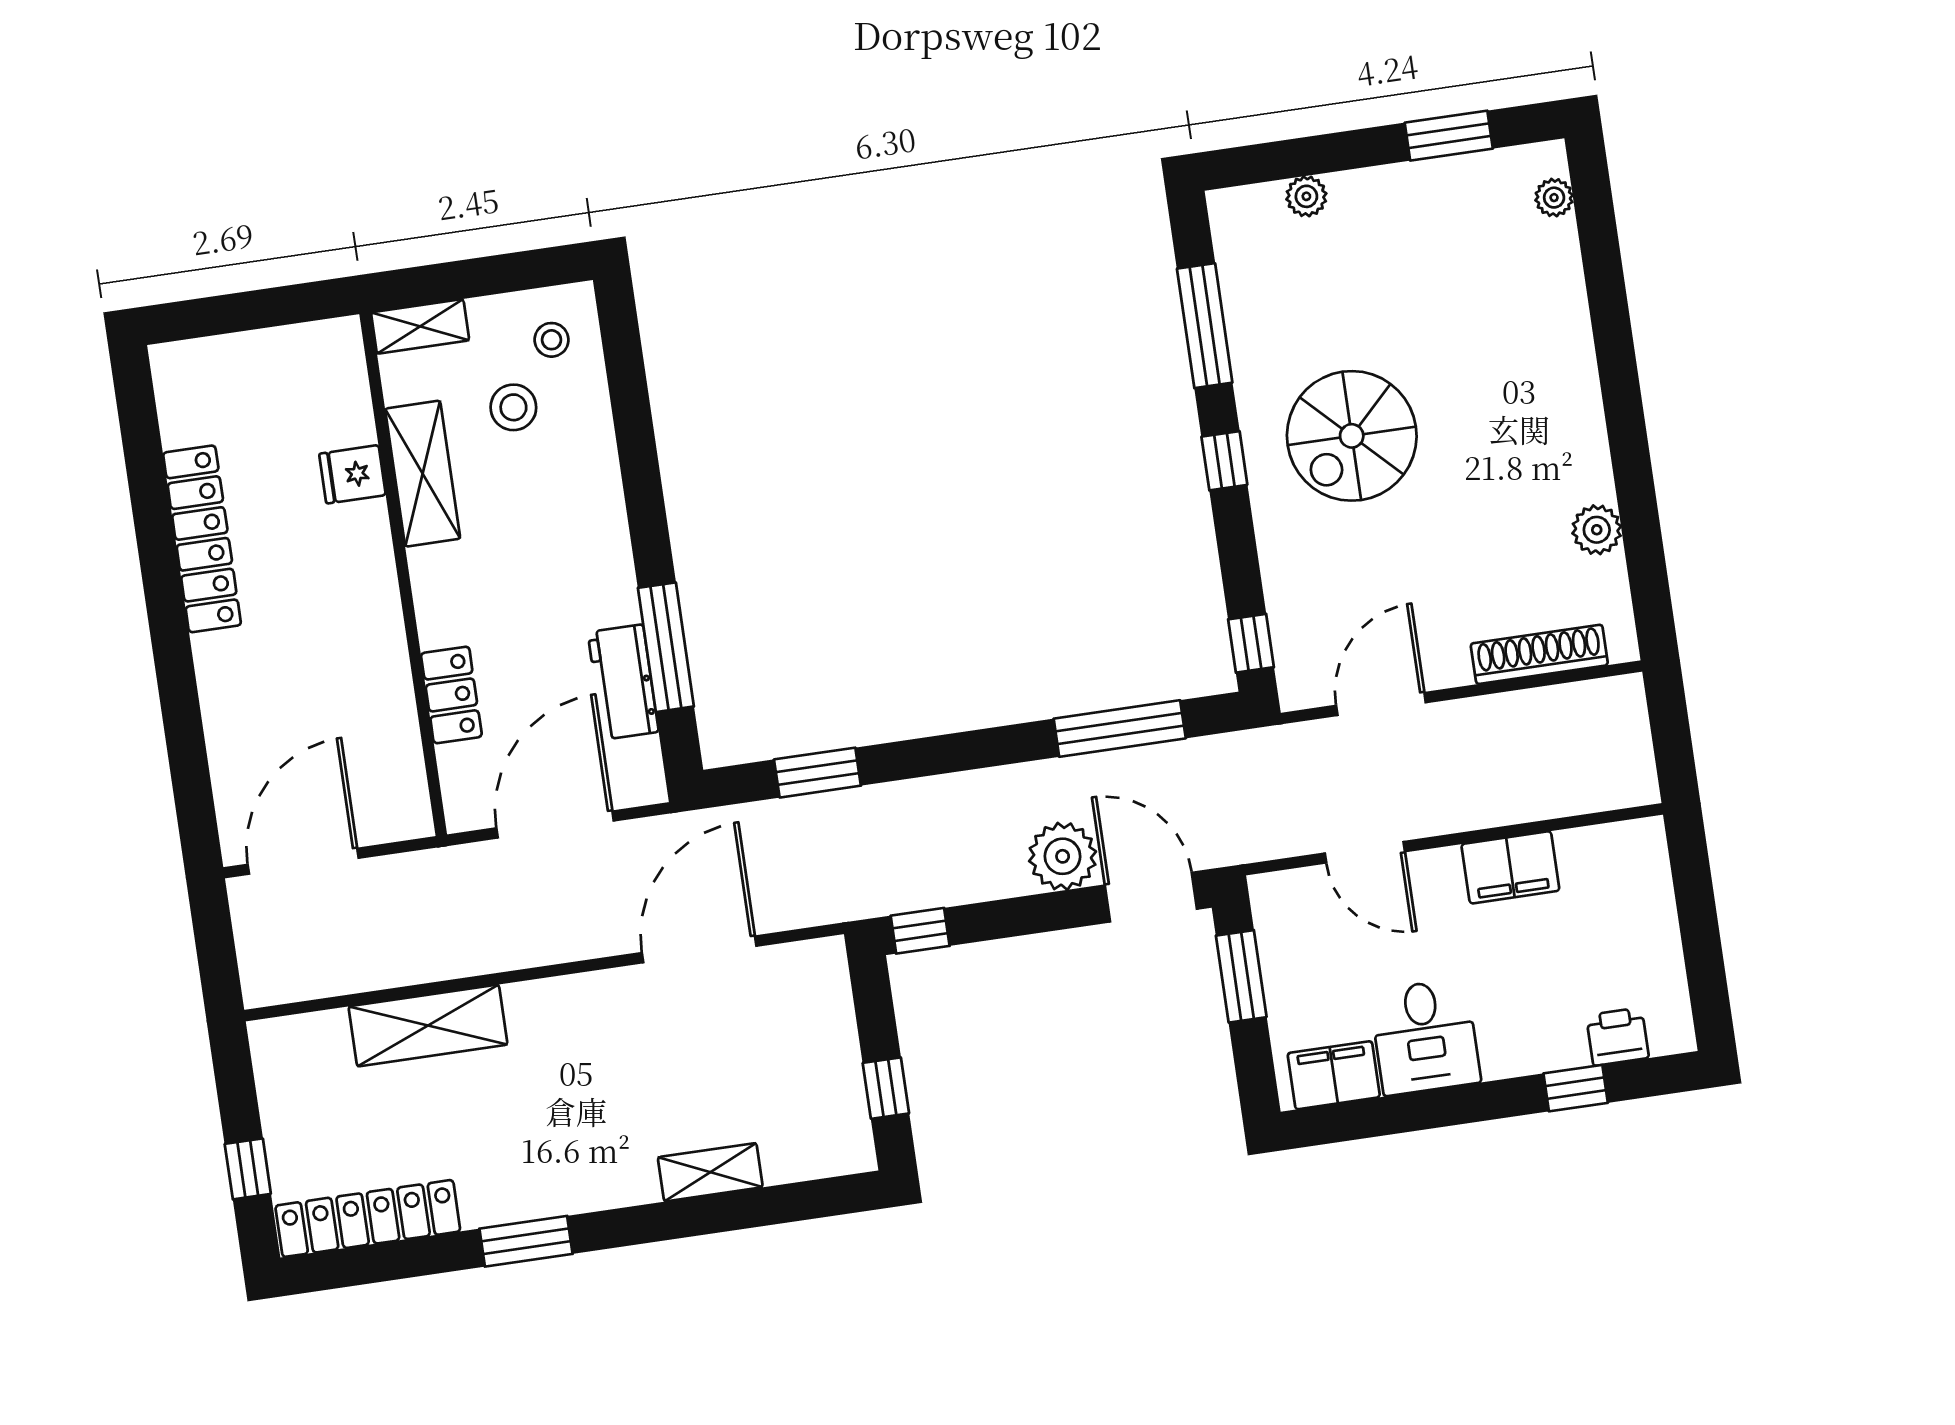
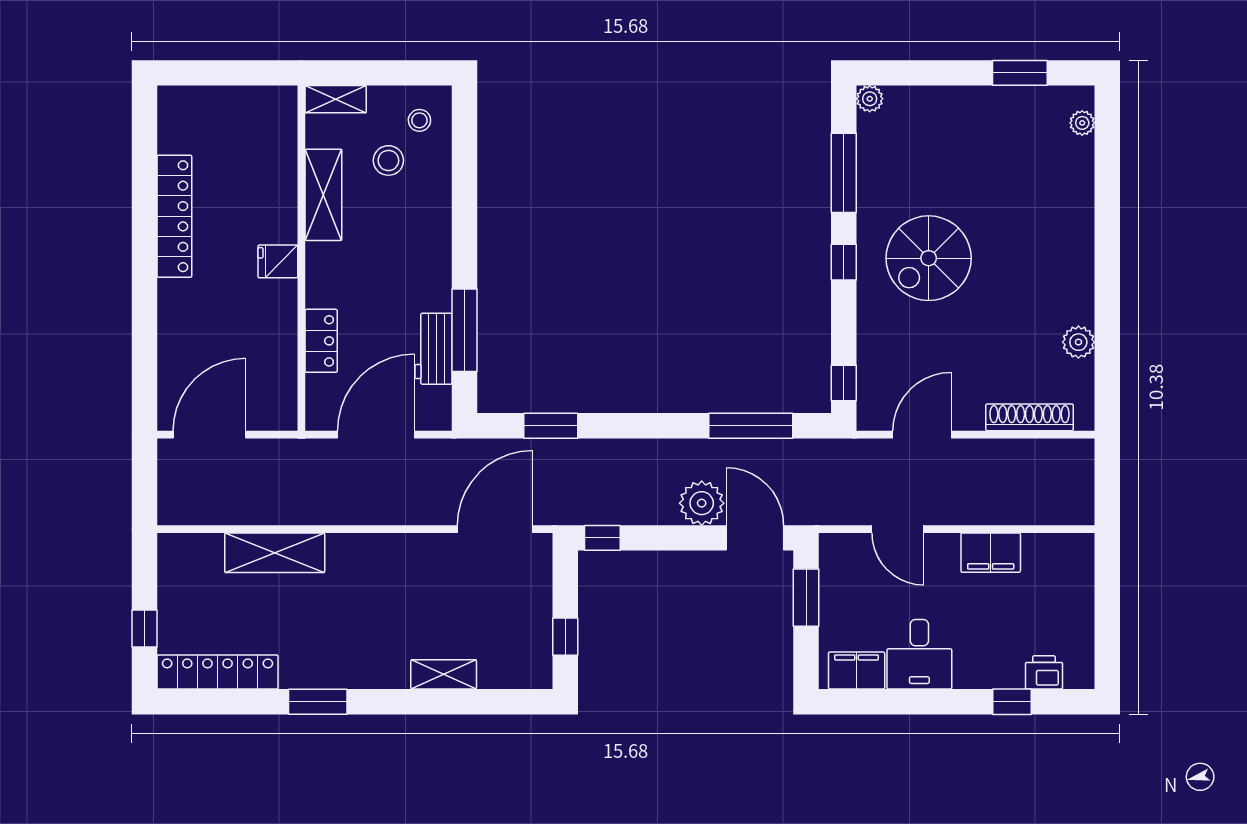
plant: (1306, 196) -> (870, 99), moved
fridge: (352, 474) -> (278, 261), moved
door: (699, 949) -> (495, 529), moved

